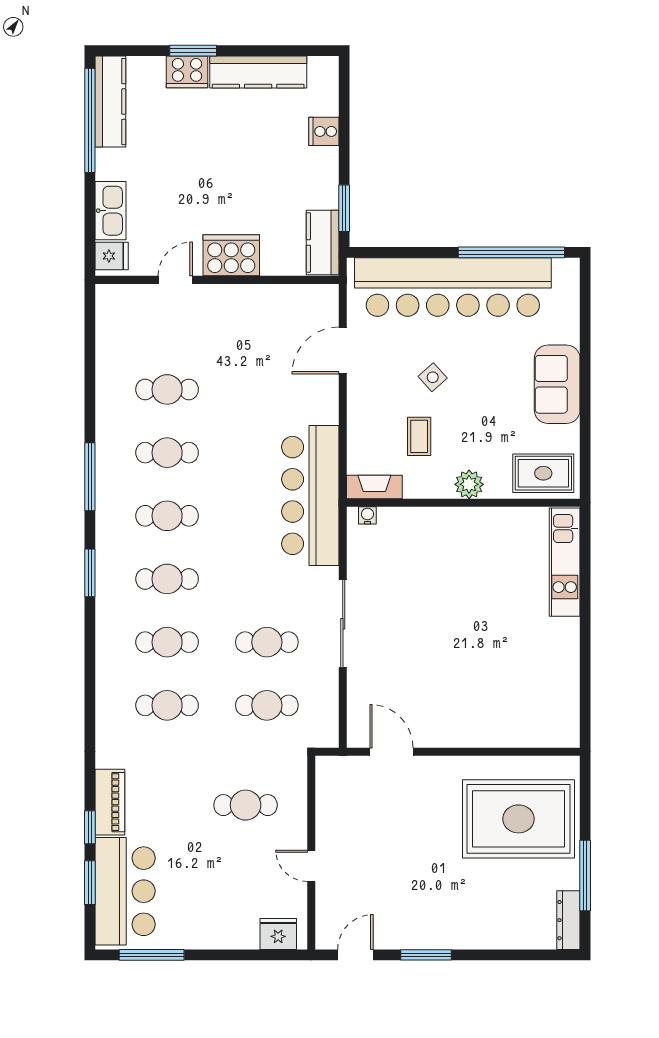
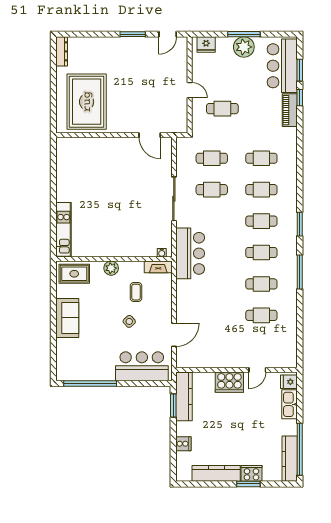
kitchen counter: (323, 242) -> (184, 397), width x1.50
bar counter: (453, 287) -> (142, 366), width x0.54
bar counter: (310, 495) -> (190, 253), width x0.73
rug: (519, 819) -> (87, 102), turned 90
door: (311, 866) -> (190, 90), moved
window: (585, 876) -> (53, 74), removed
plant: (202, 929) -> (244, 47), added
window: (152, 955) -> (244, 34), moved

